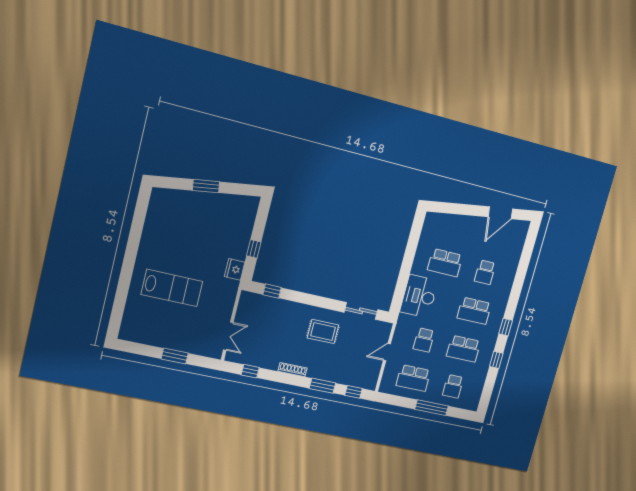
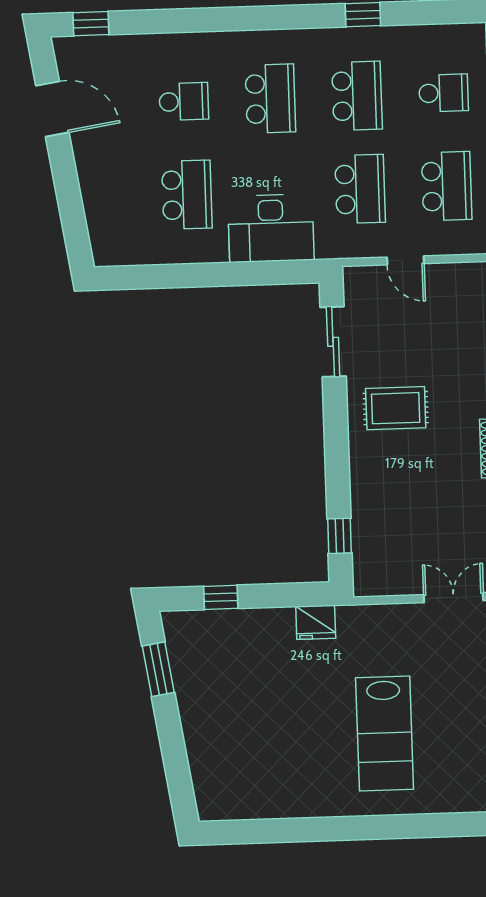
window: (206, 186) -> (158, 669), moved
window: (254, 249) -> (221, 597), moved
lab bench: (172, 288) -> (385, 734), turned 180
window: (506, 327) -> (91, 24), moved
rug: (323, 331) -> (396, 408), turned 90
school desk: (424, 340) -> (360, 189), width x1.85

